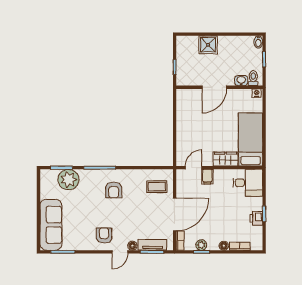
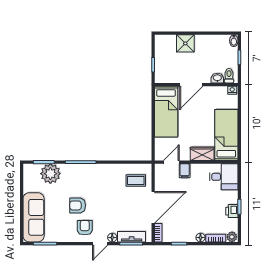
bed: (188, 115) -> (166, 112), added
armchair: (114, 190) -> (78, 205), moved, turned 90
plant: (201, 245) -> (232, 237), moved

